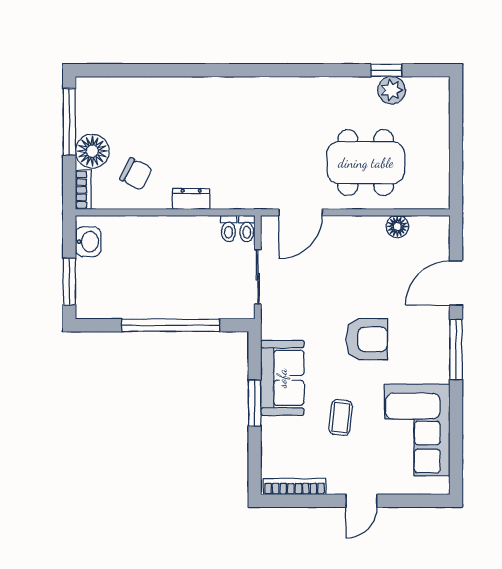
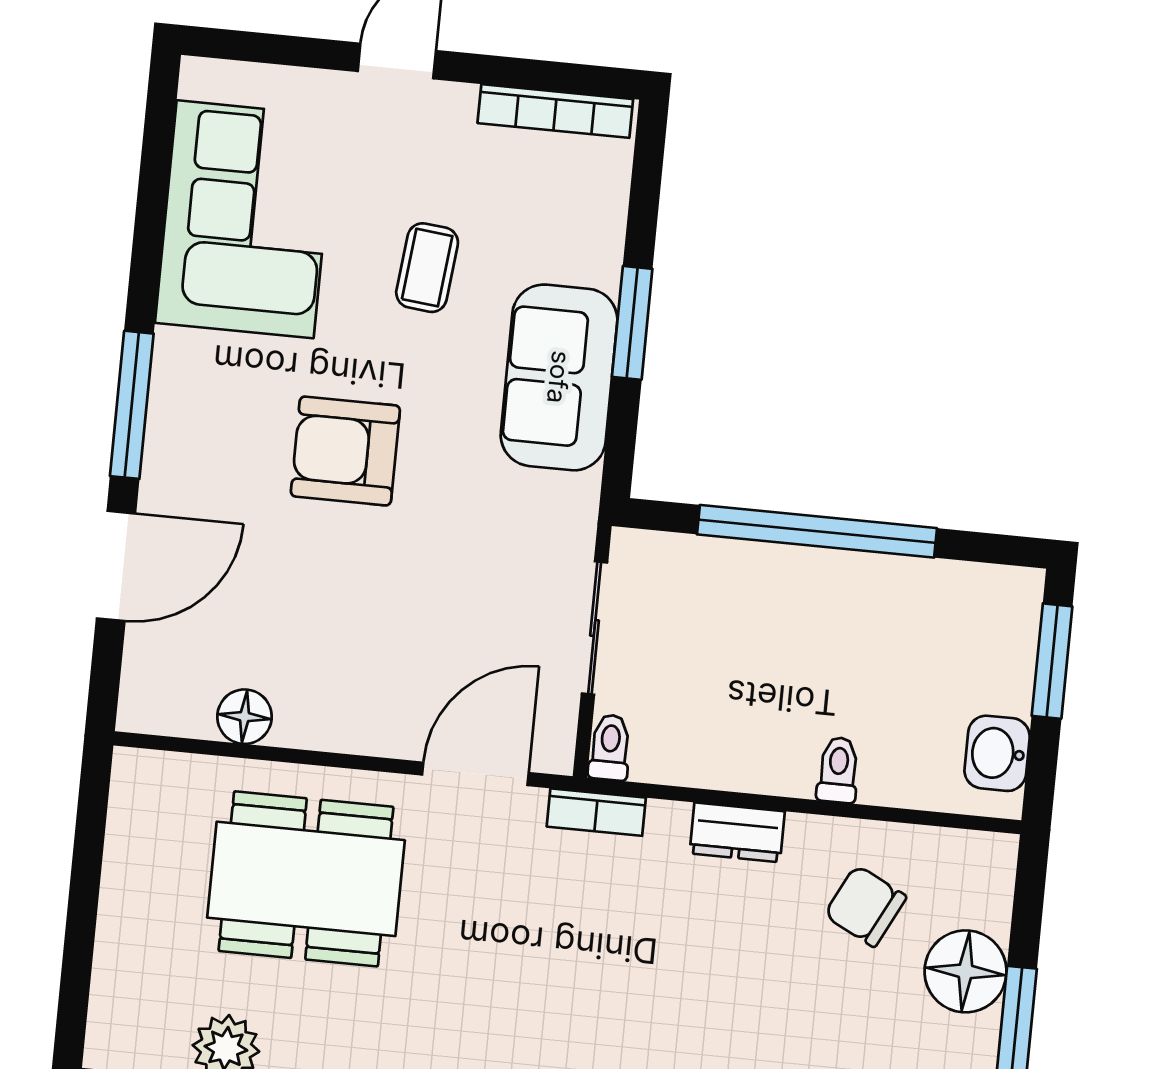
bookcase: (83, 190) -> (596, 812), moved, turned -90
toilet: (228, 229) -> (838, 770), moved

